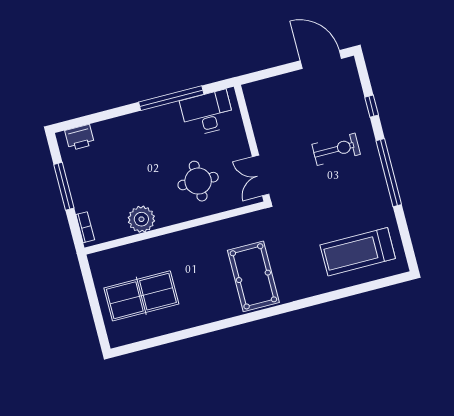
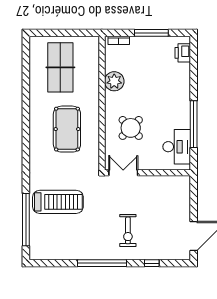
round table: (198, 181) -> (131, 128), turned 45
treadmill: (358, 252) -> (58, 202), moved, turned 90
pool table: (253, 276) -> (67, 129), moved, turned 90
window: (357, 290) -> (26, 220), added

